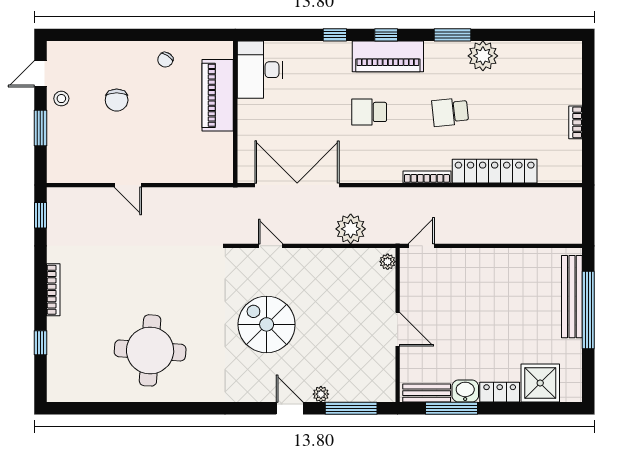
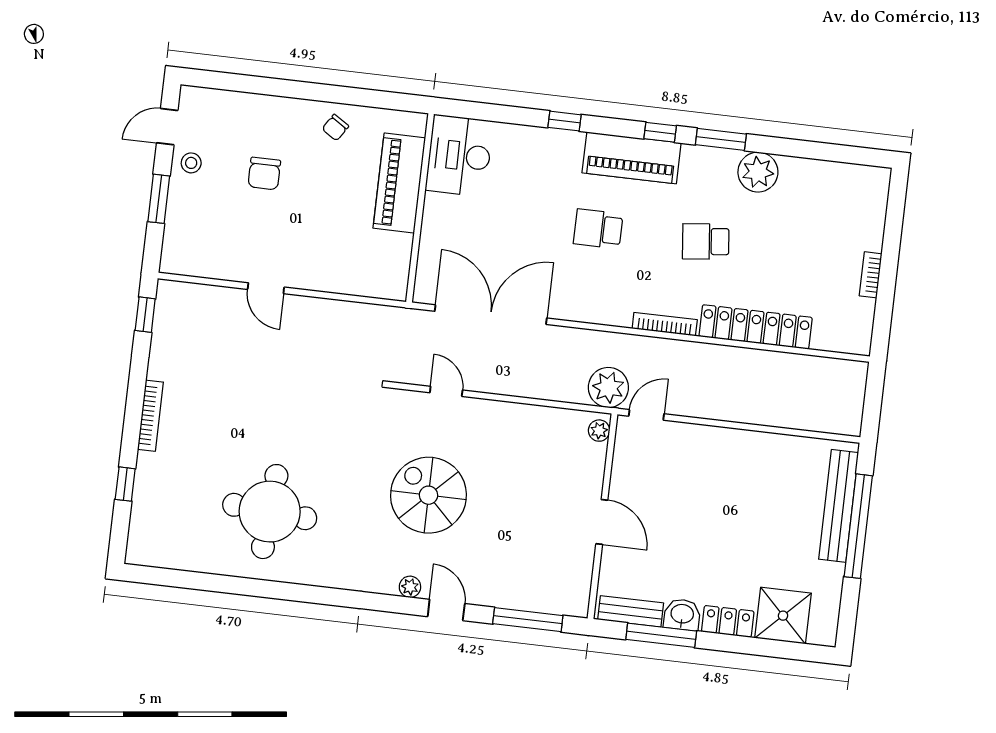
window: (386, 35) -> (660, 132), moved
plant: (351, 229) -> (608, 387), moved
plant: (321, 394) -> (410, 587), moved

